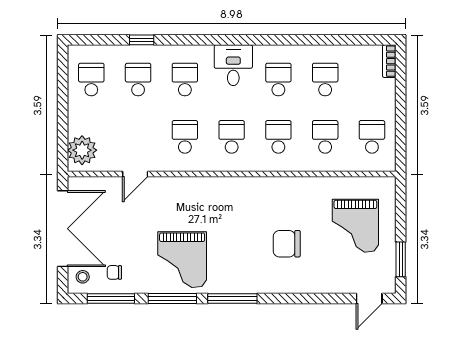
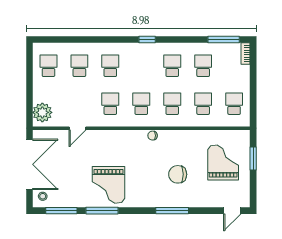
window: (142, 40) -> (147, 39), moved
window: (356, 40) -> (224, 39), added
desk: (233, 65) -> (142, 56), removed
grand piano: (355, 226) -> (223, 162), turned 180
window: (401, 259) -> (253, 158), moved
chair: (114, 272) -> (153, 136), moved
window: (232, 299) -> (172, 211), moved

